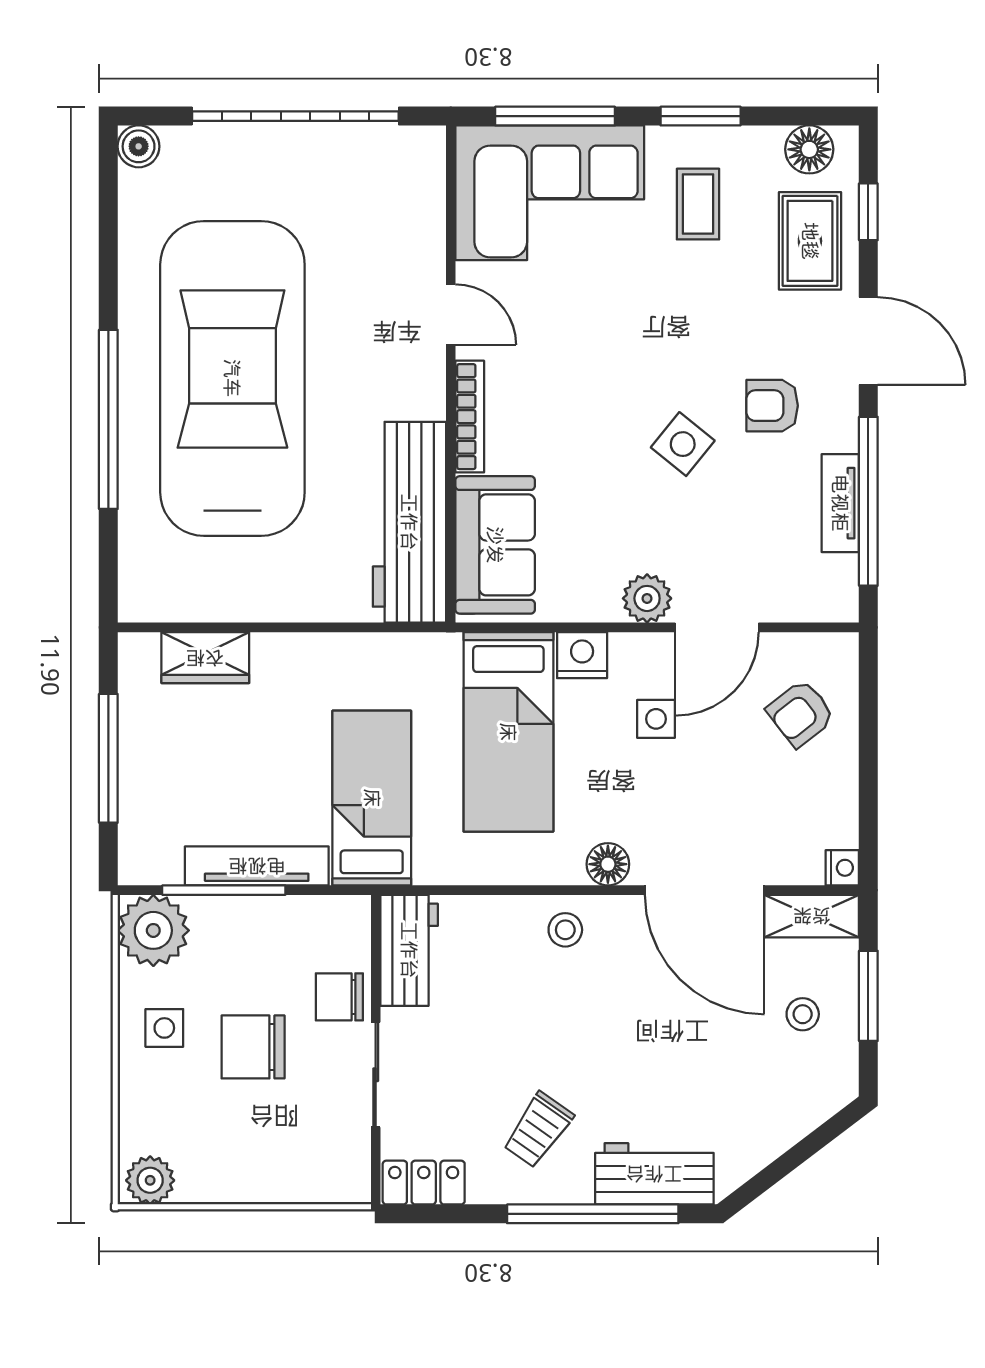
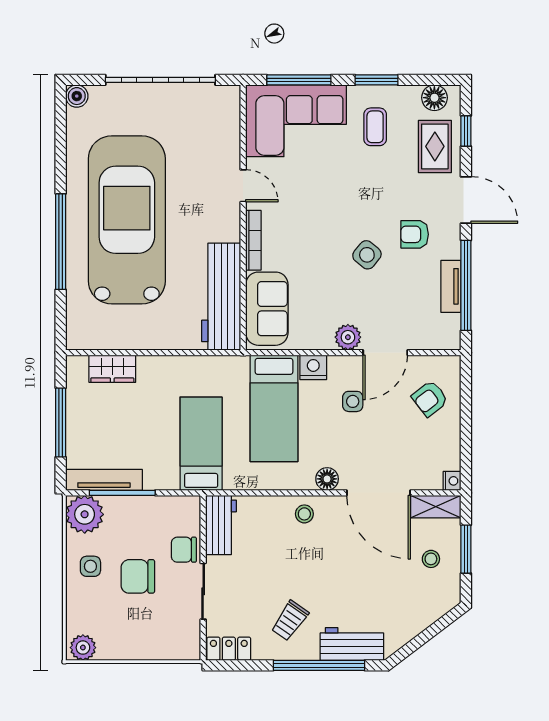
tv unit: (257, 866) -> (104, 480), moved

